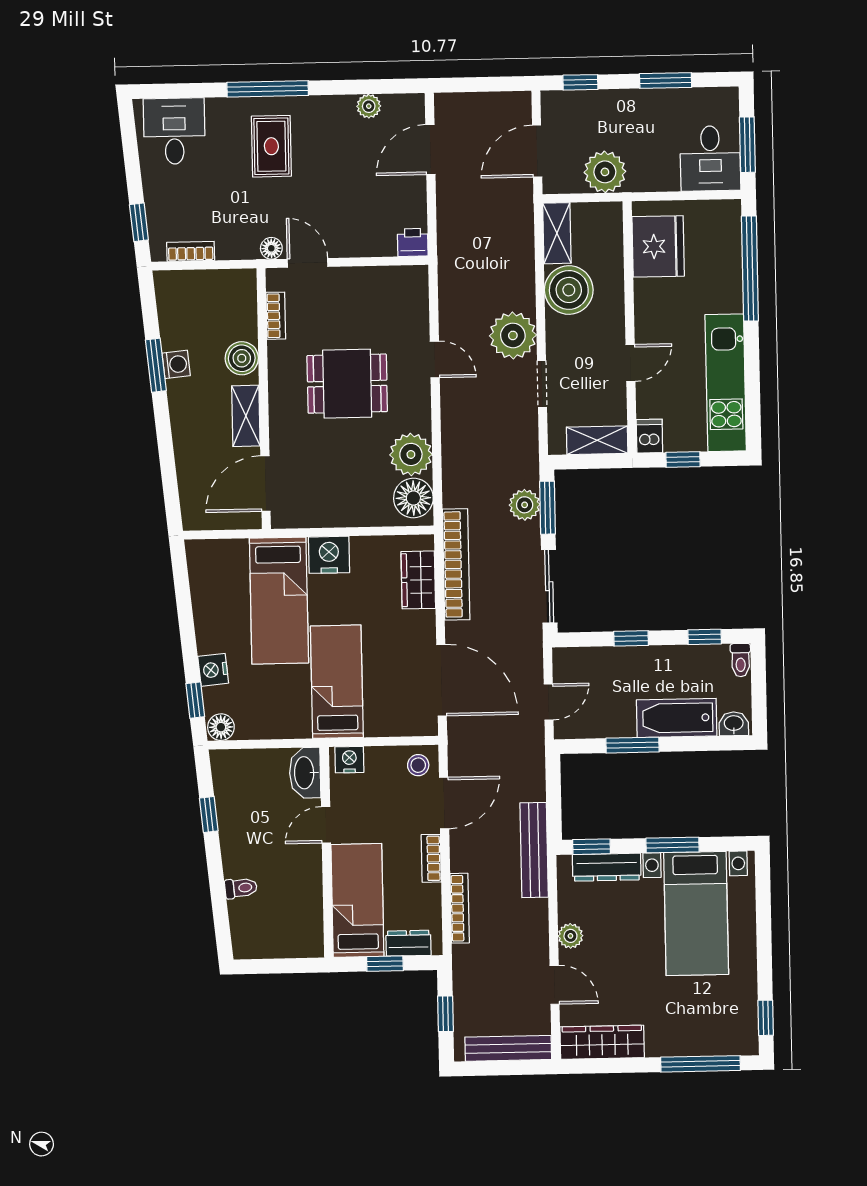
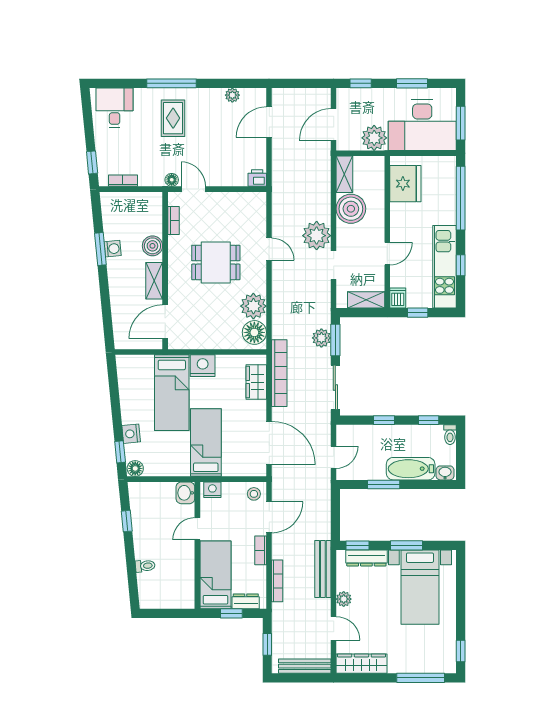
desk: (710, 158) -> (422, 125), width x1.87, depth x1.30
window: (752, 380) -> (461, 265), added
washbasin: (305, 773) -> (185, 493), width x0.72
bench: (534, 850) -> (323, 569), moved

